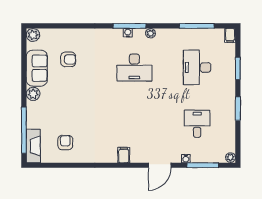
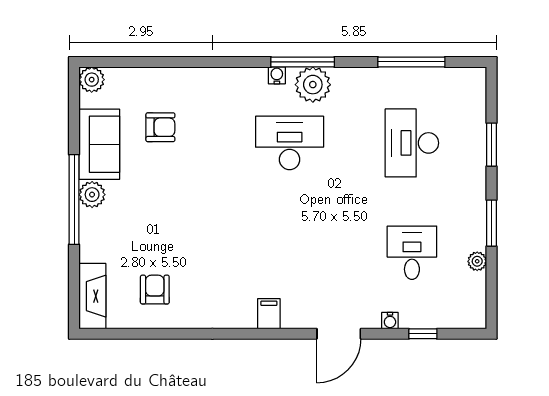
window: (130, 26) -> (303, 62), moved
plant: (151, 33) -> (313, 85), width x1.87, depth x1.87
filing cabinet: (230, 35) -> (476, 80), removed
desk: (134, 67) -> (290, 143), turned 180
window: (24, 130) -> (74, 200), moved
plant: (231, 158) -> (477, 261), moved
window: (203, 165) -> (423, 334), width x0.46

